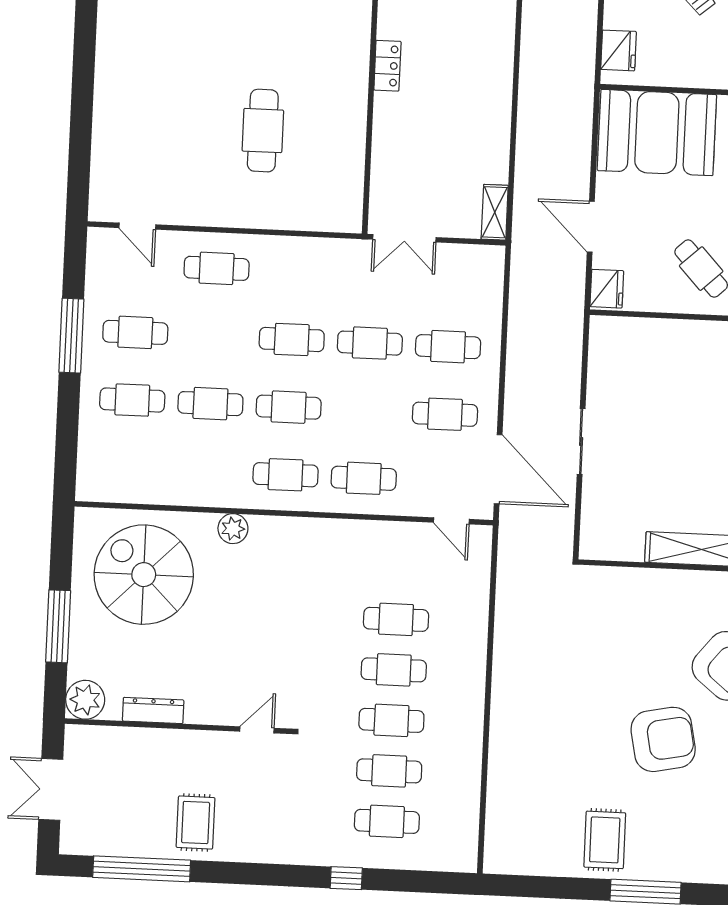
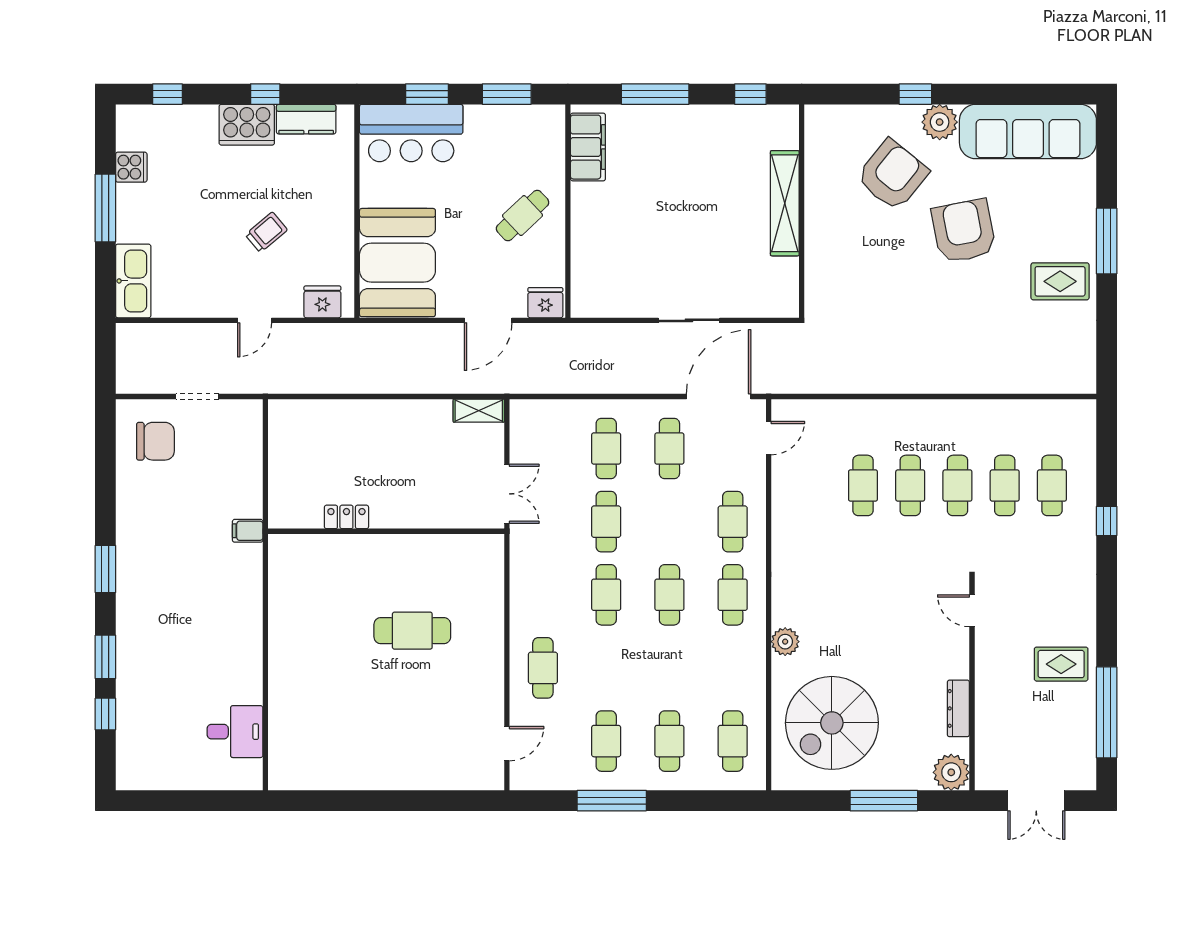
cafe table: (210, 404) -> (733, 741), moved

